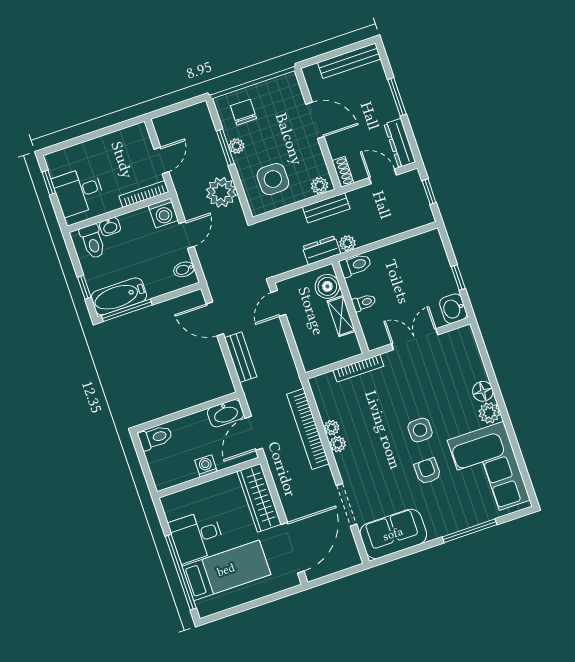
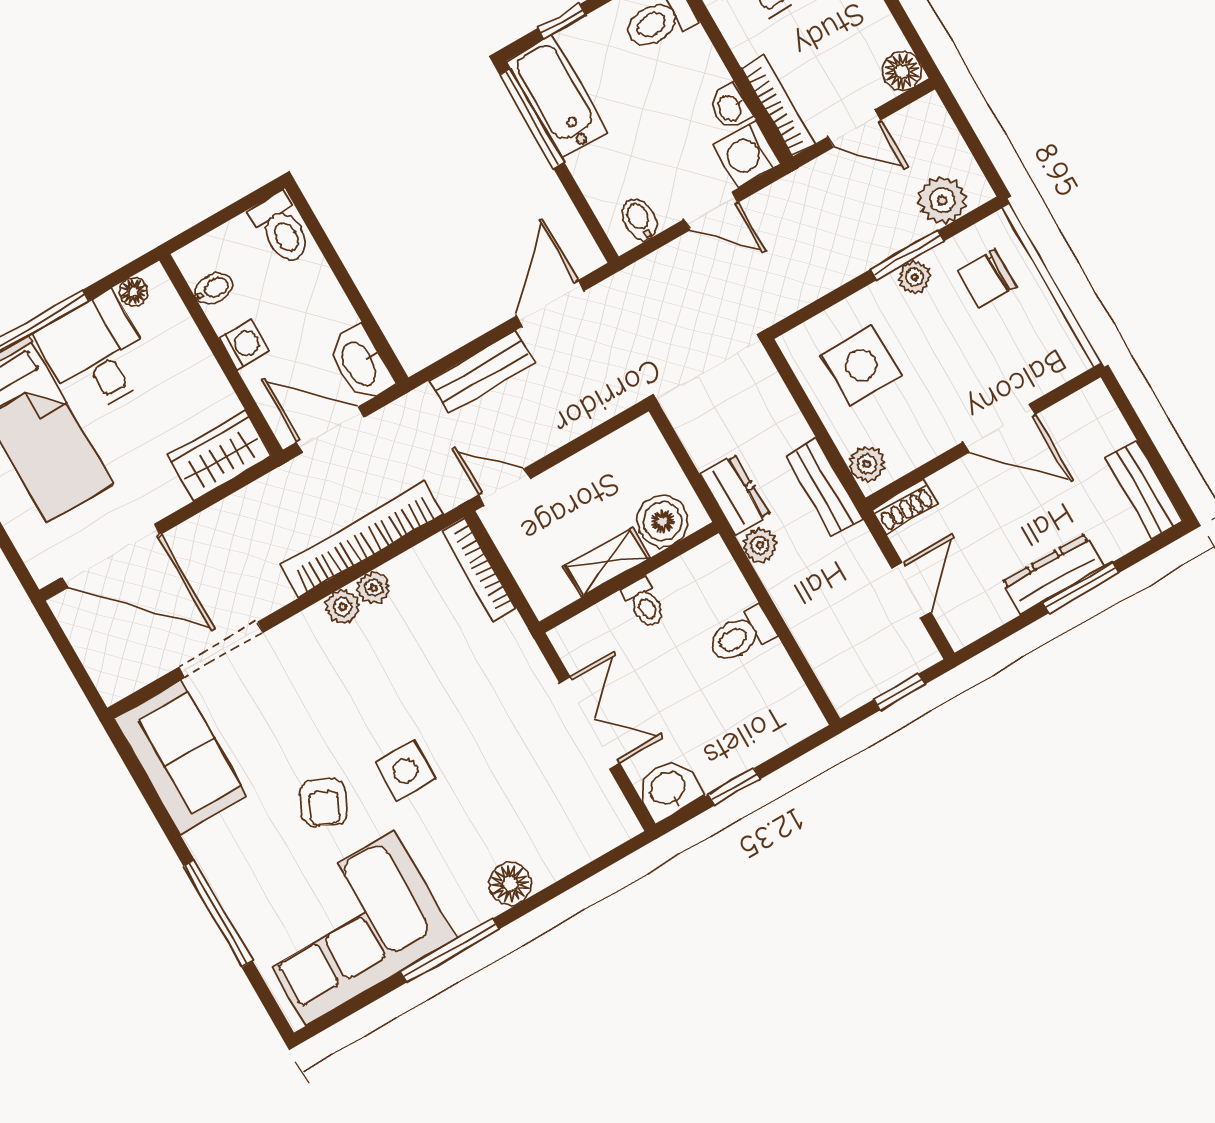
bench: (349, 61) -> (1144, 489), width x0.73
chair: (244, 112) -> (987, 278), turned 180
door: (315, 120) -> (999, 428), hinge flipped
floor lamp: (139, 133) -> (902, 71), added
dresser: (400, 143) -> (1053, 574), moved
plant: (221, 192) -> (942, 200), moved, width x0.73, depth x0.73
washbasin: (110, 227) -> (730, 107), moved
toilet: (355, 265) -> (741, 635), moved, turned 90
door: (278, 303) -> (504, 487), moved
bookcase: (358, 368) -> (479, 570), moved
plant: (489, 413) -> (469, 906), removed
window: (508, 426) -> (450, 950), added
armchair: (428, 471) -> (324, 803), turned 115
bidet: (177, 475) -> (213, 289), added
wardrobe: (259, 498) -> (220, 456), width x0.67
floor lamp: (171, 513) -> (134, 292), added

